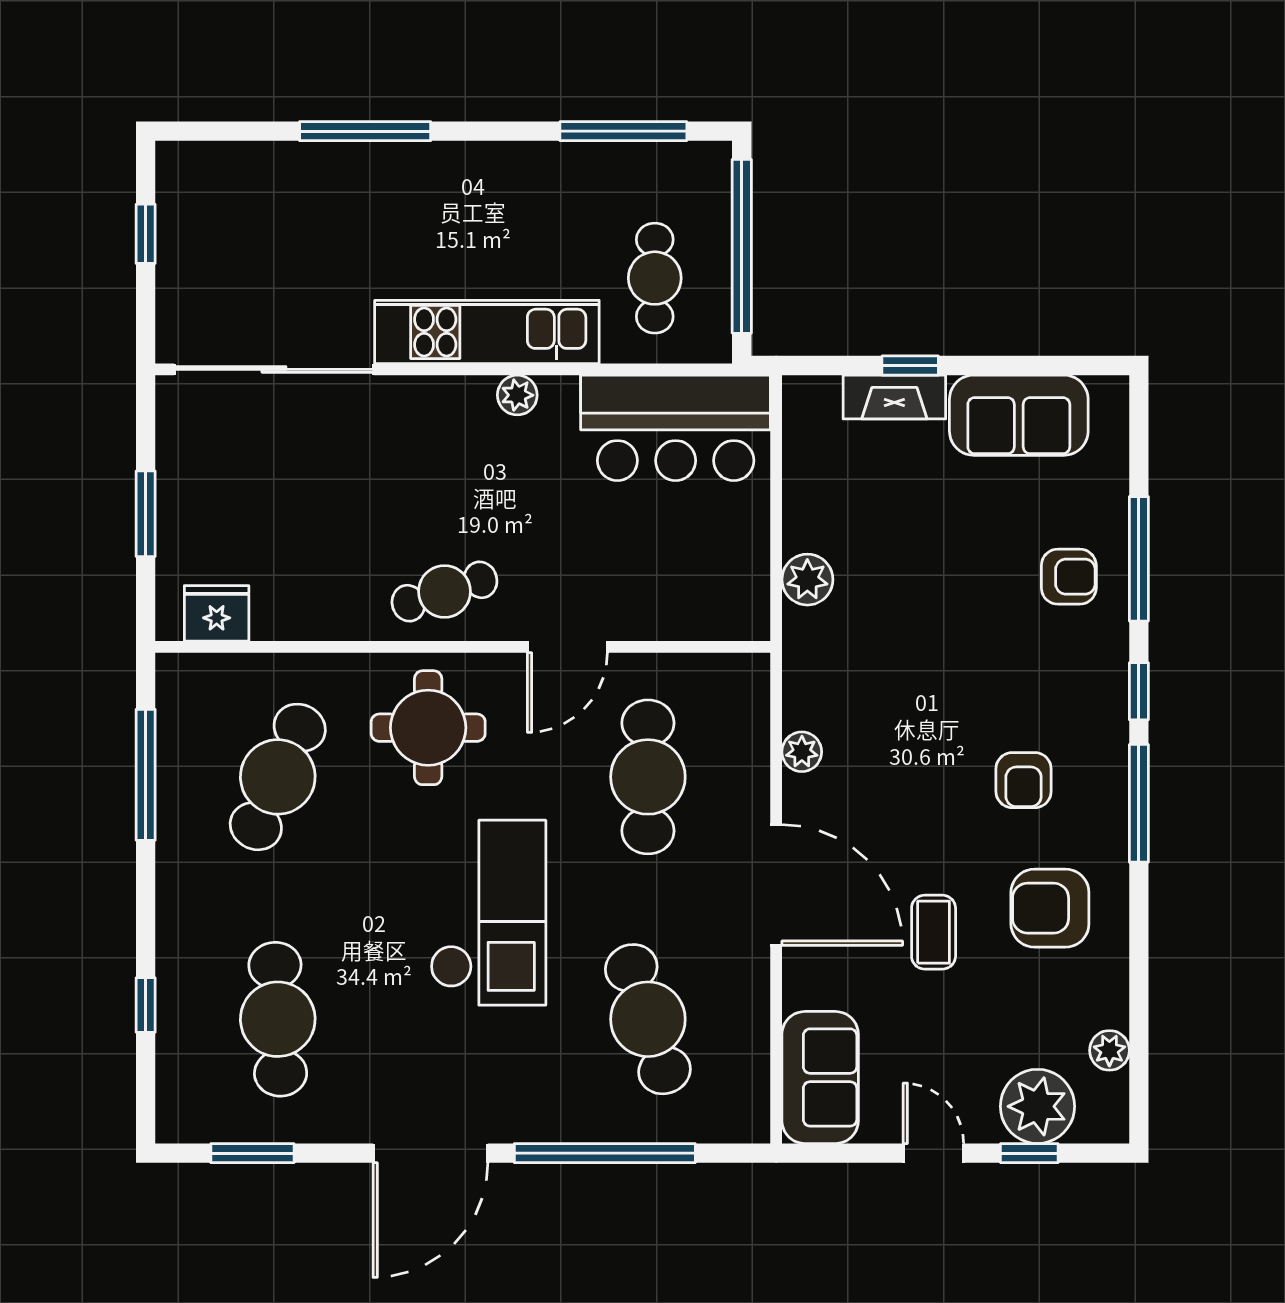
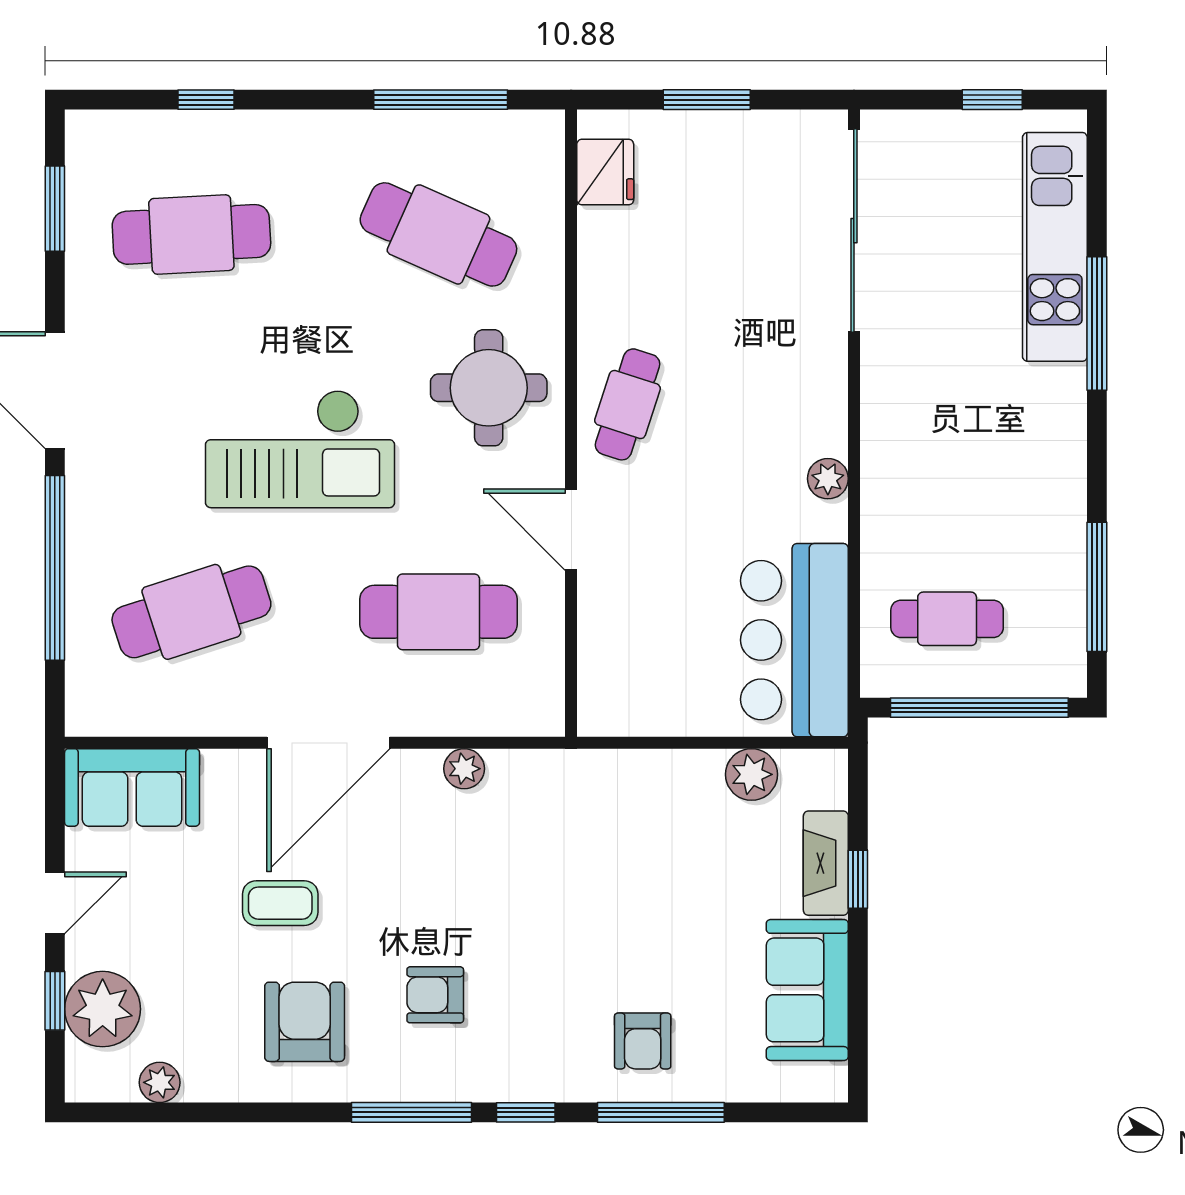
kitchen unit: (487, 332) -> (1055, 247), moved, turned 180
plant: (807, 580) -> (752, 774), moved
cafe table: (444, 591) -> (628, 404), turned 36

